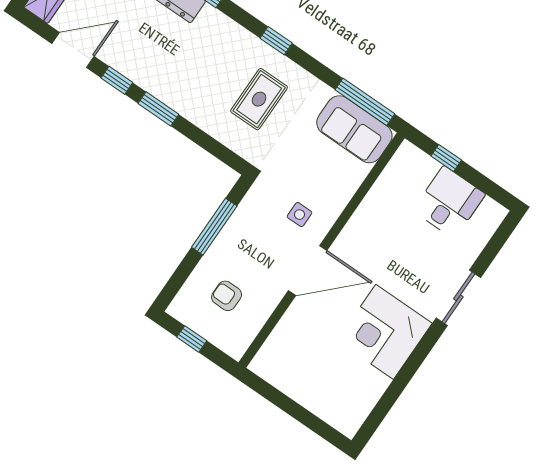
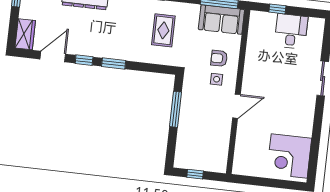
door: (308, 270) -> (236, 106), width x0.73
armchair: (227, 296) -> (219, 58), moved
corner desk: (385, 332) -> (289, 156), moved

